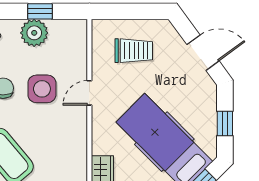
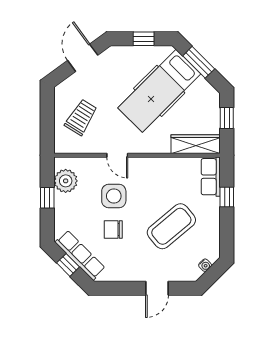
plant: (34, 33) -> (66, 181), moved
trolley: (134, 51) -> (81, 117), turned 32

